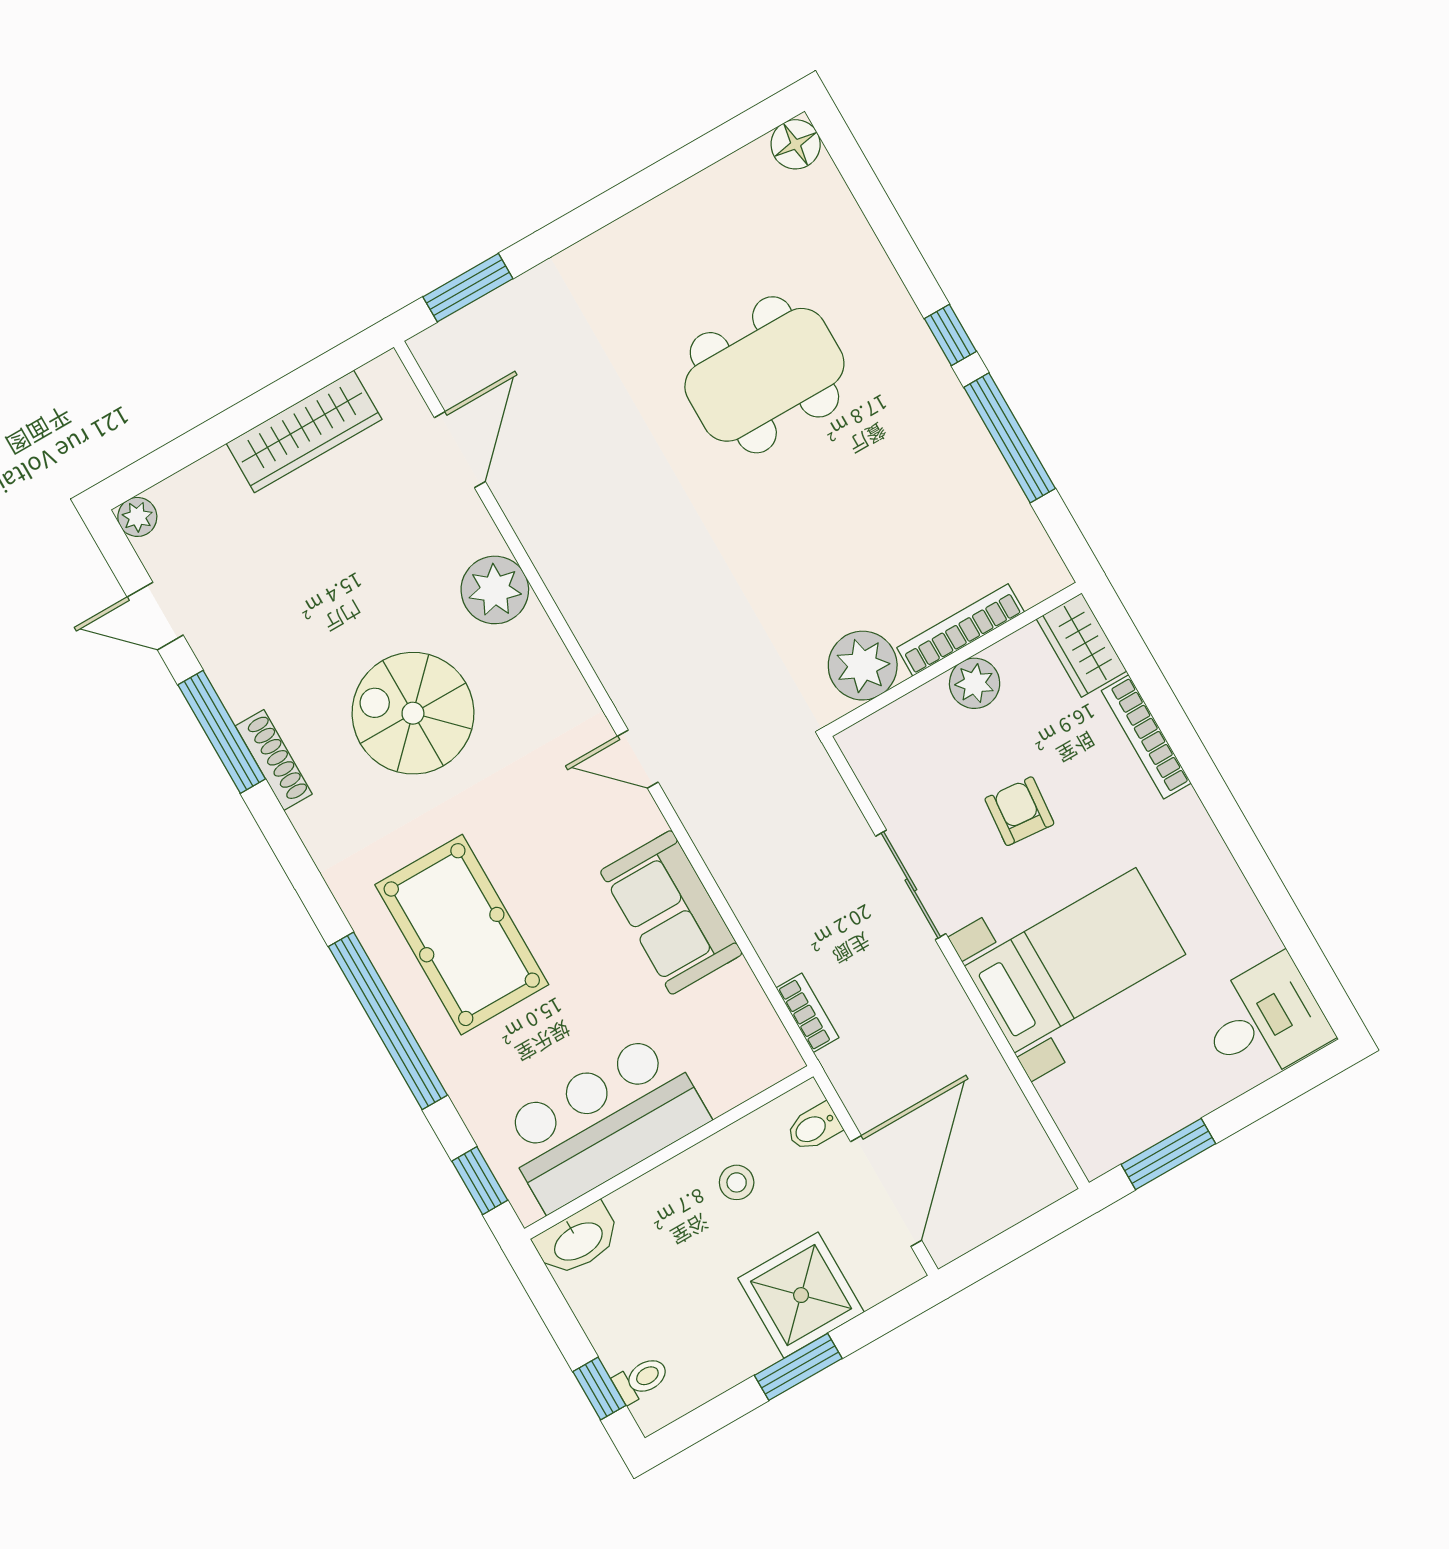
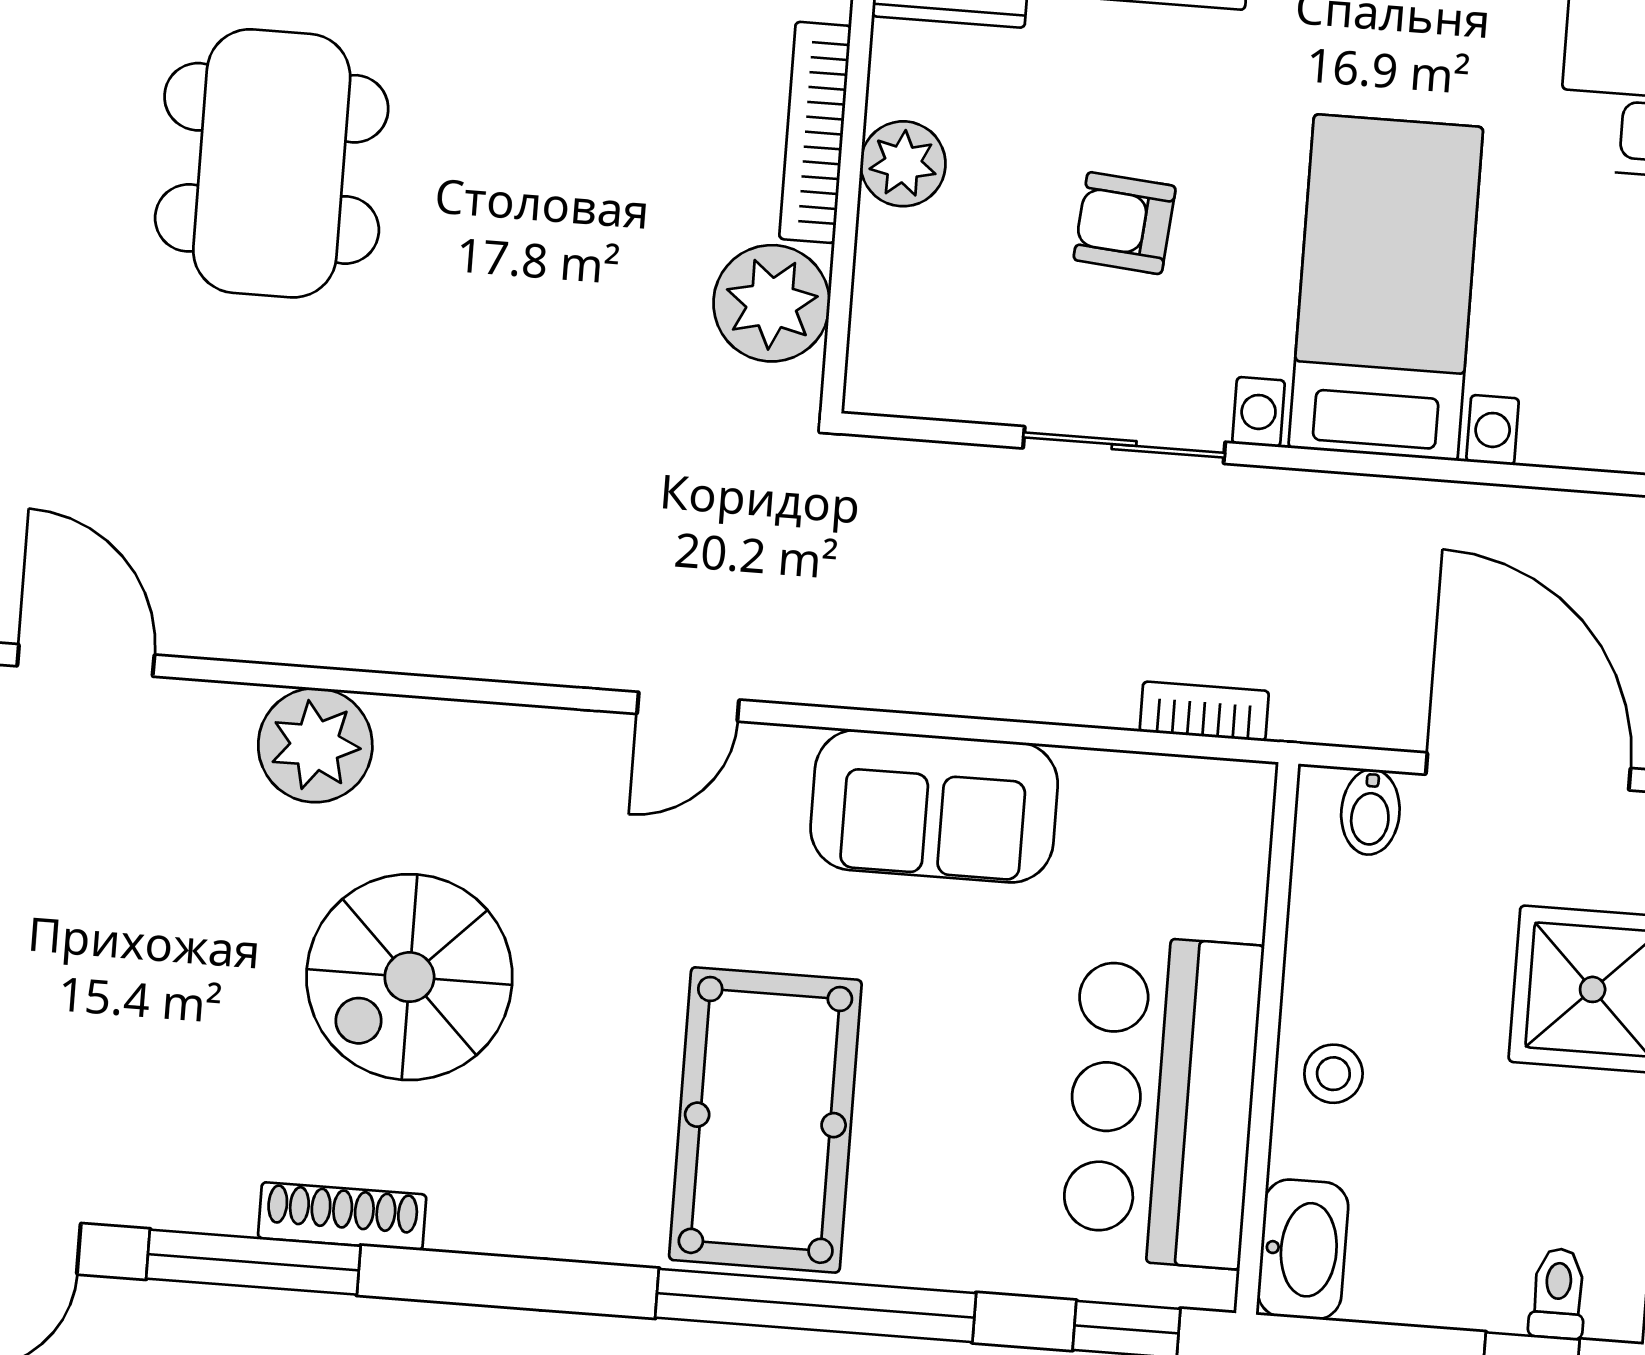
pool table: (462, 935) -> (765, 1120), turned 90
stool: (737, 1182) -> (1333, 1074), moved

